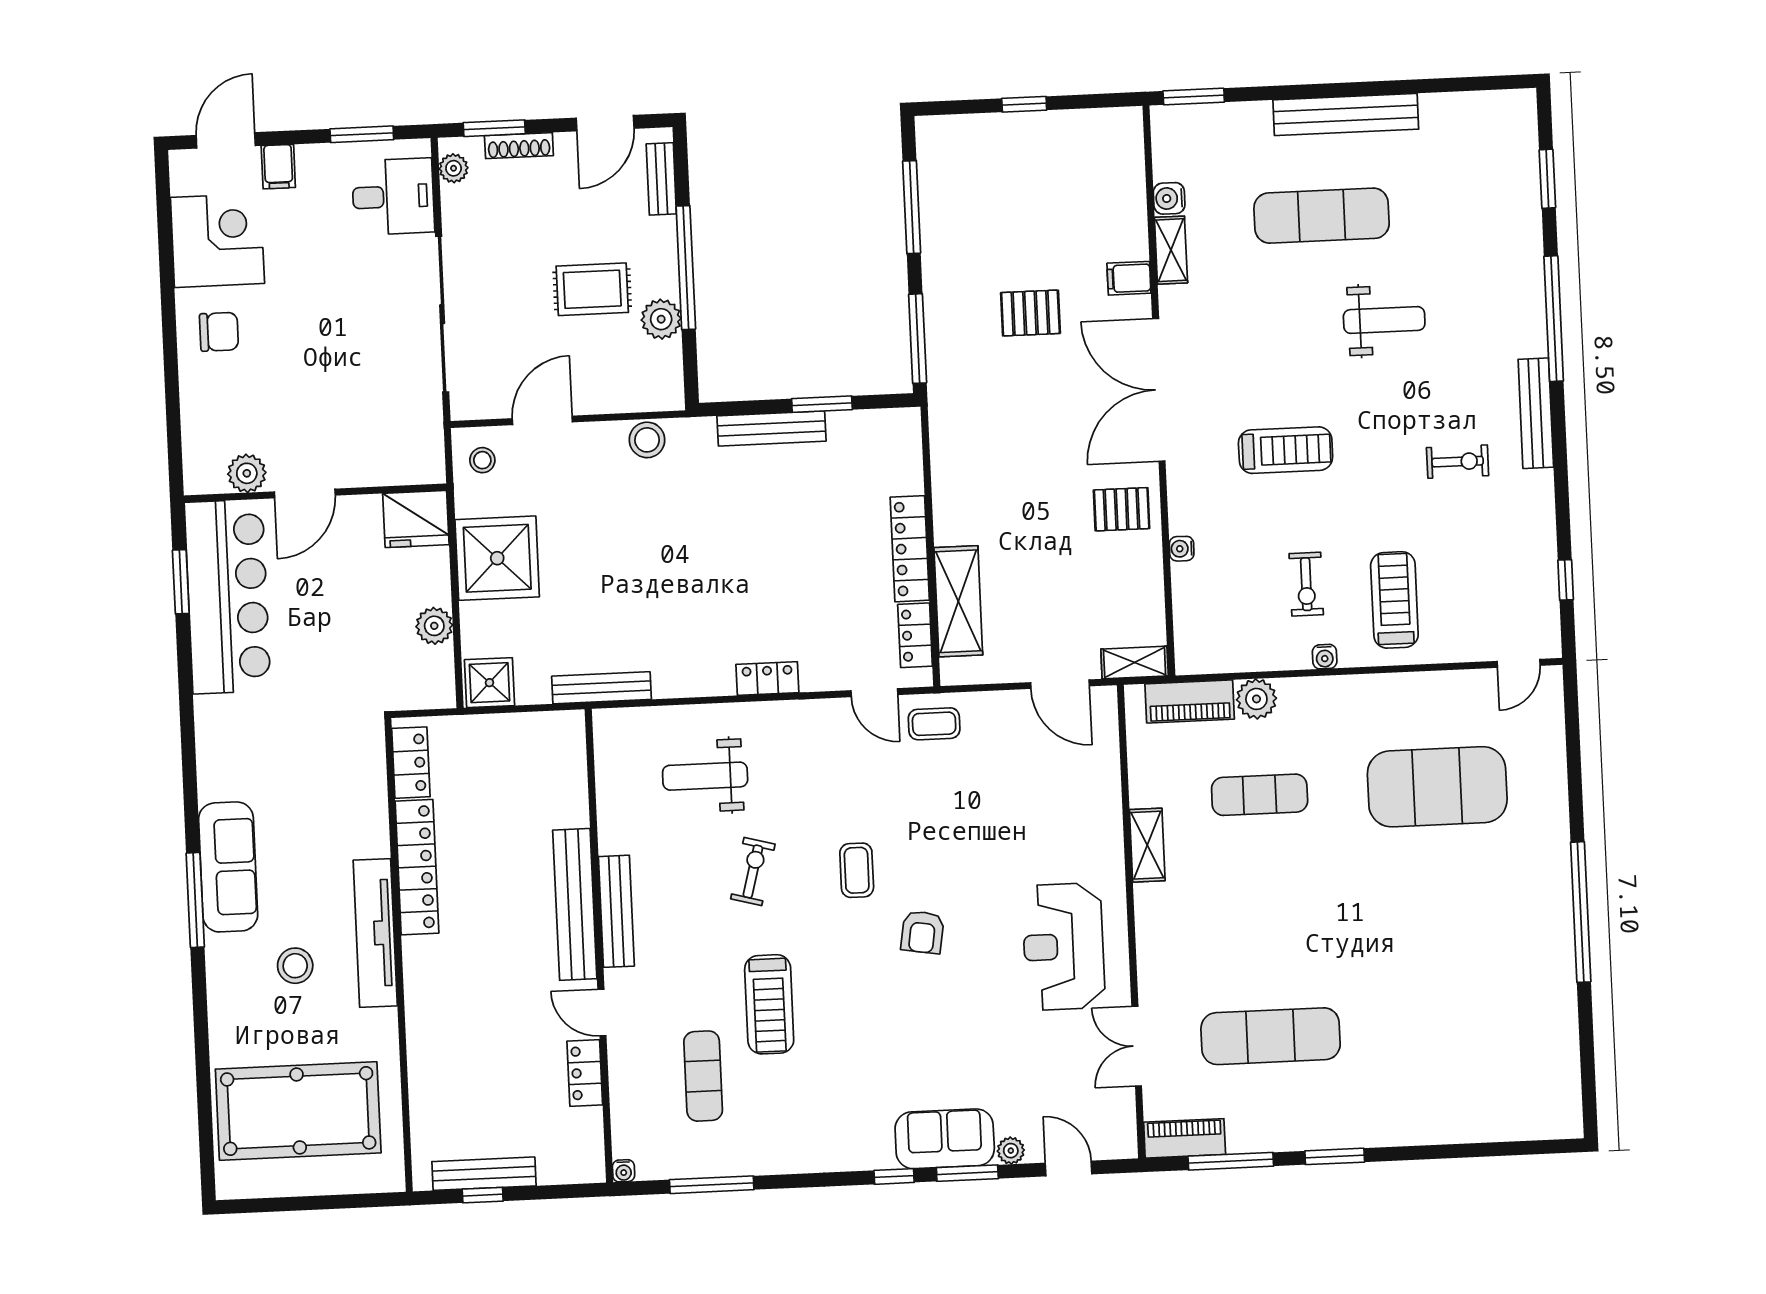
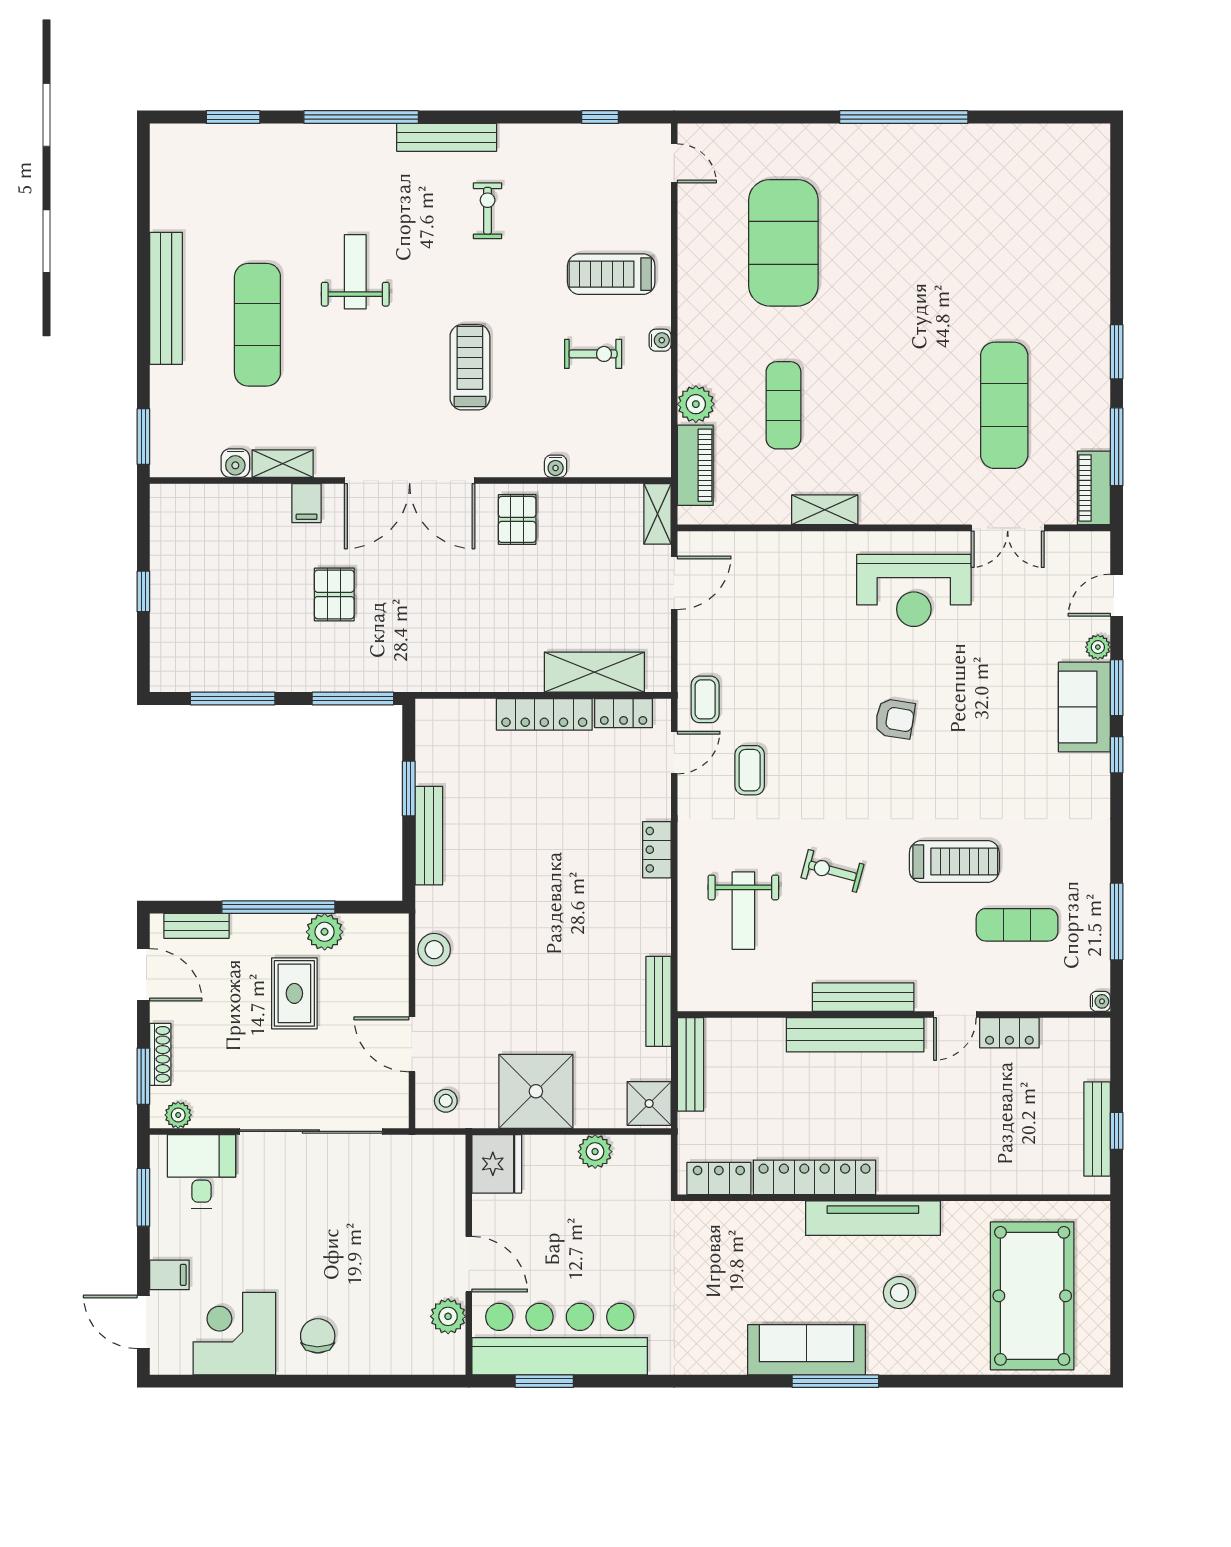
bench: (534, 726) -> (690, 1064), added
coffee table: (857, 870) -> (750, 770), moved, turned 90

